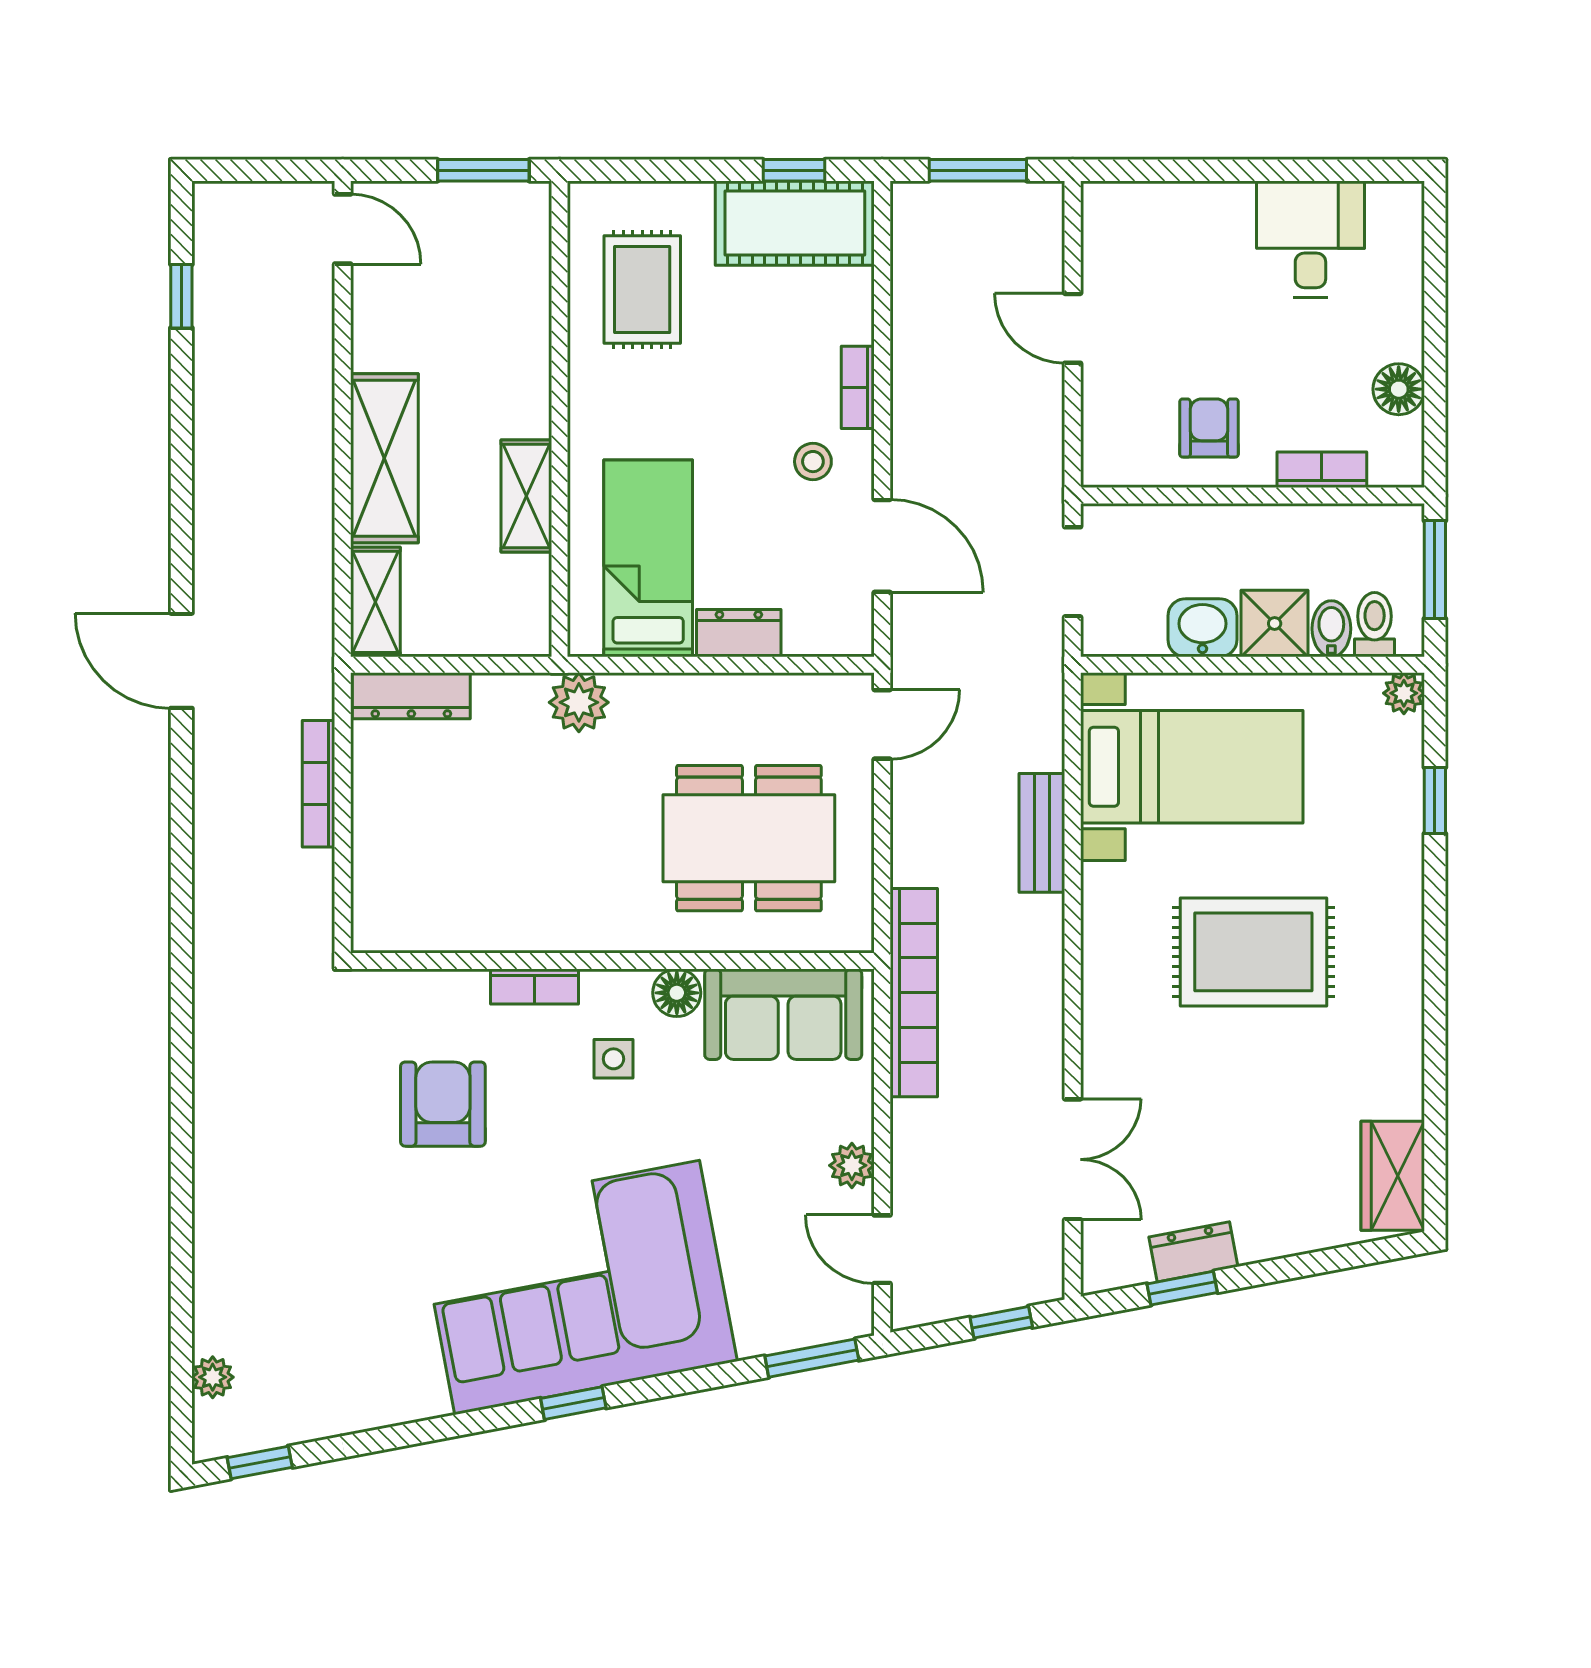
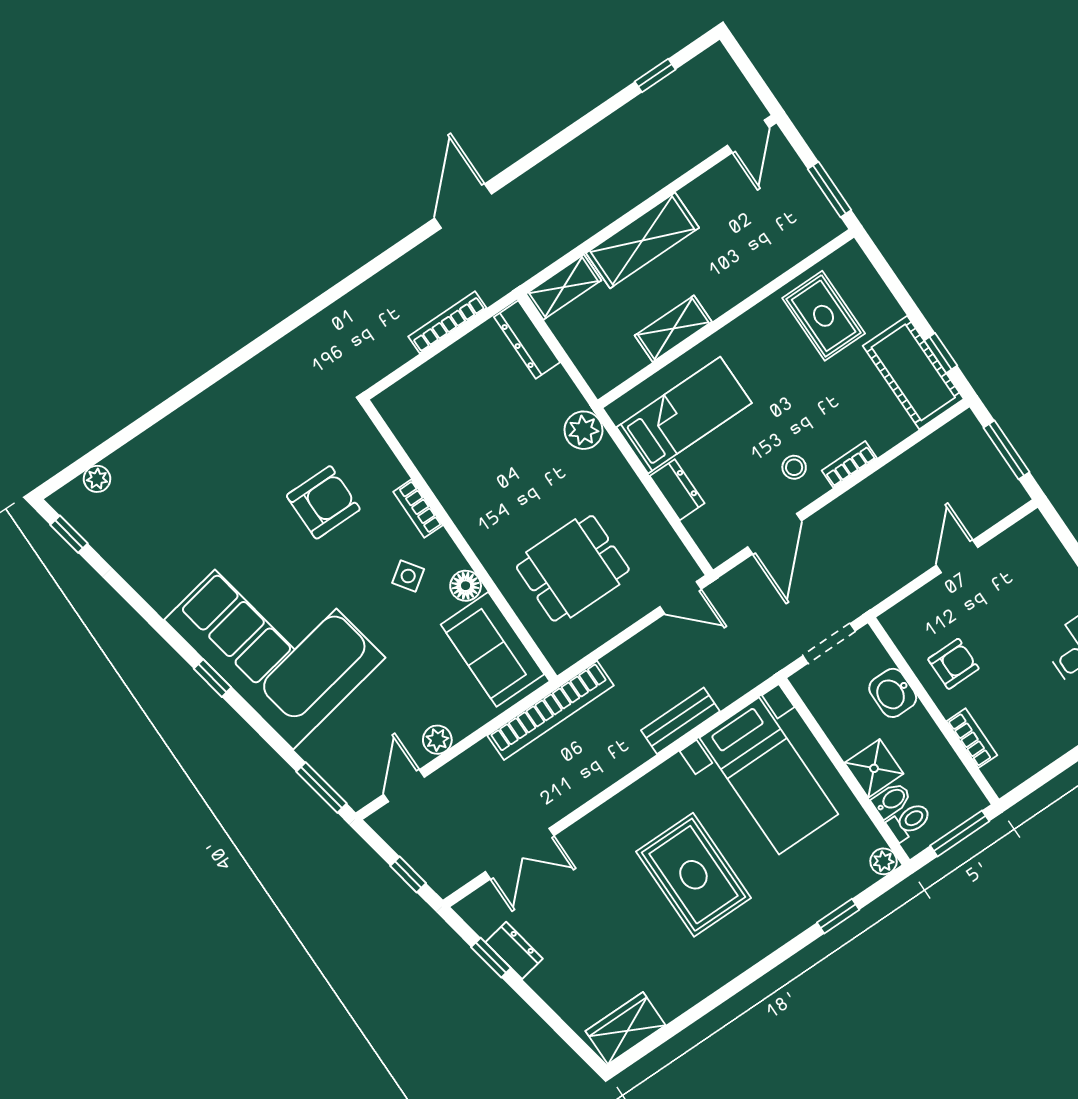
rug: (642, 290) -> (824, 316), turned 90
floor lamp: (1399, 389) -> (1042, 750), removed
washbasin: (1203, 628) -> (893, 693), moved, turned 180
dining table: (749, 838) -> (573, 568), width x0.73
side table: (613, 1059) -> (408, 576), turned -35

